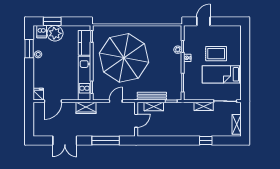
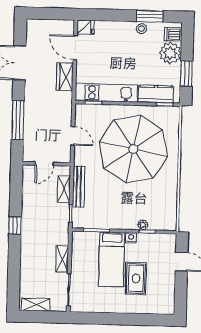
window: (52, 21) -> (186, 73), moved
bed: (222, 74) -> (112, 259), moved, turned 180
wardrobe: (86, 108) -> (65, 77), moved
door: (136, 121) -> (44, 164), hinge flipped
window: (206, 141) -> (15, 225), moved

